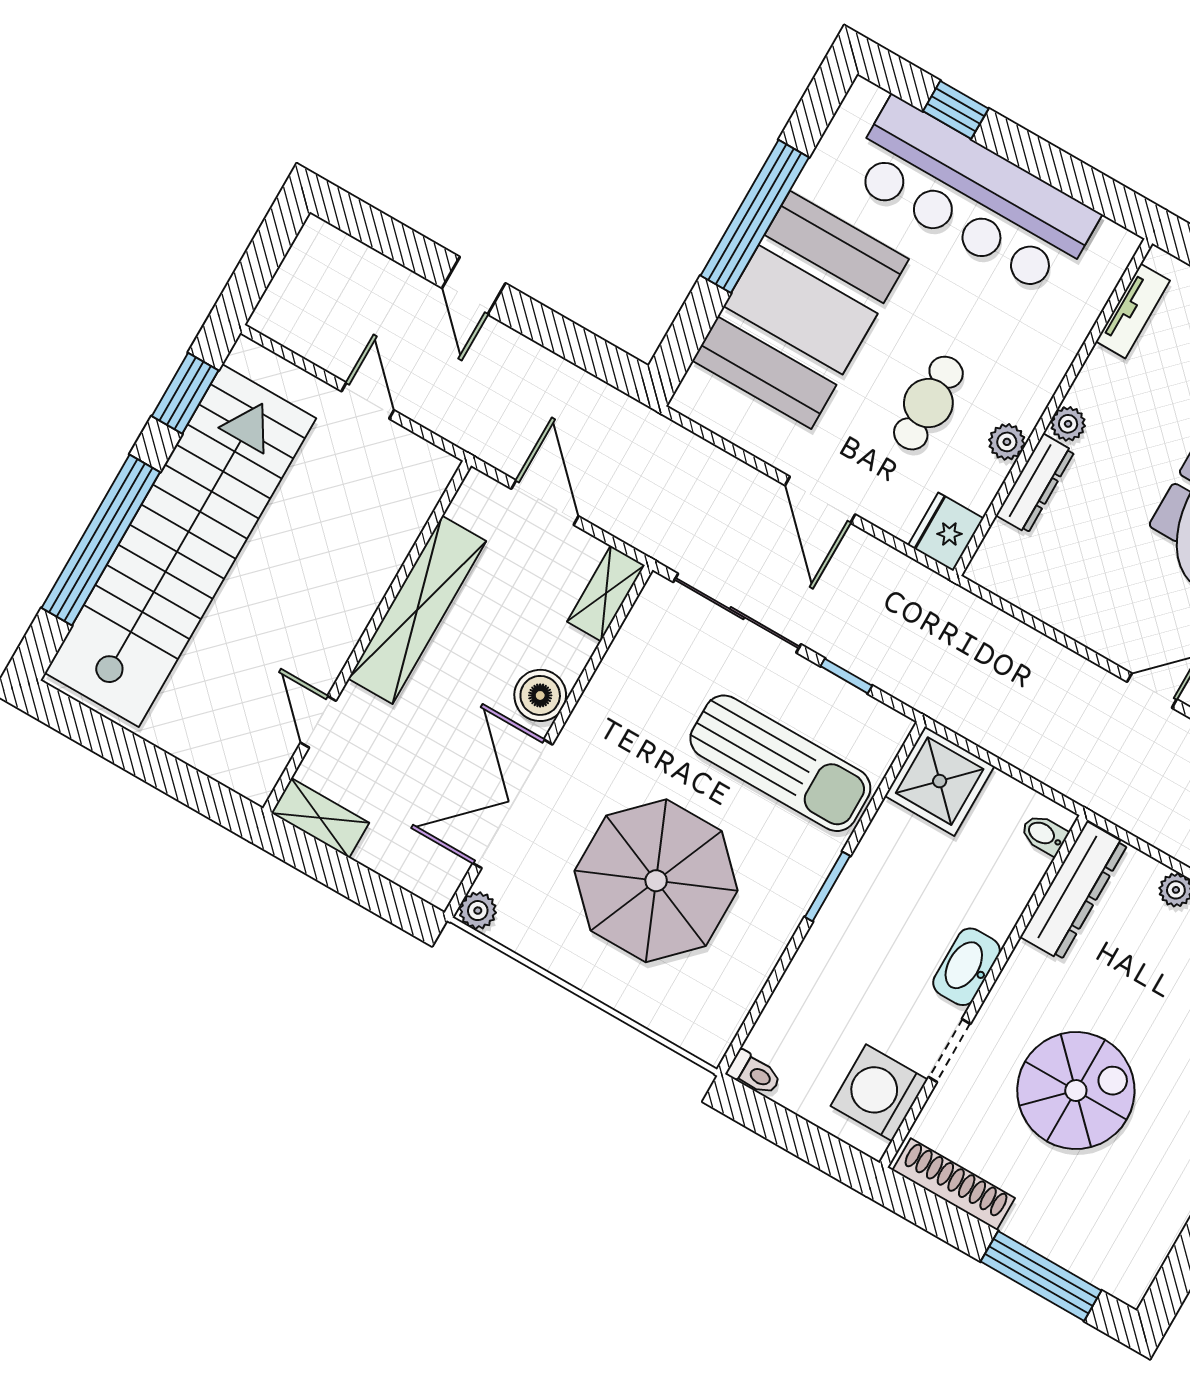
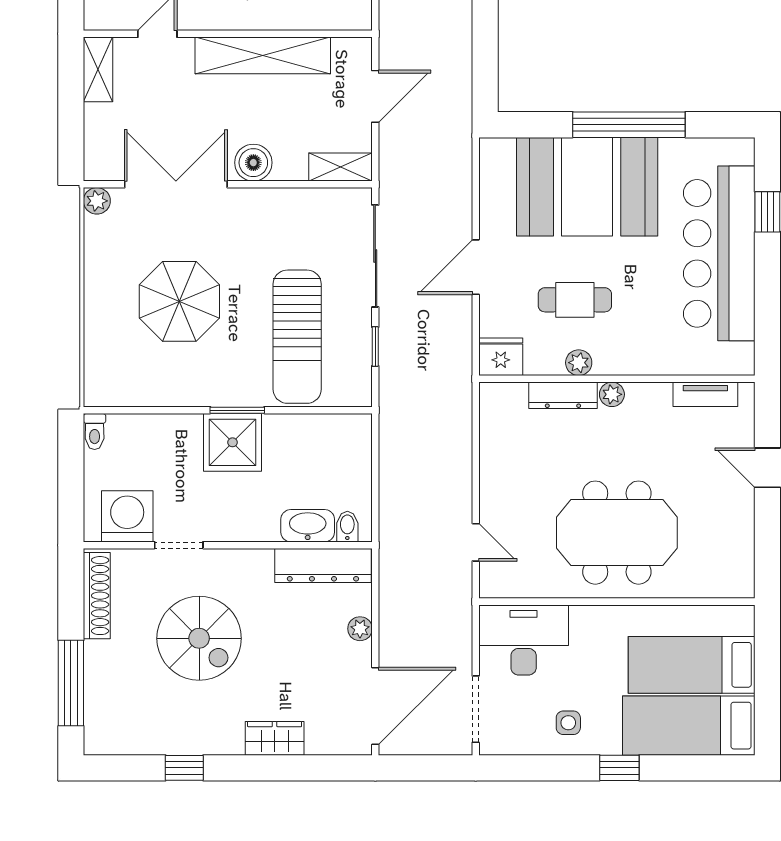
shower: (940, 781) -> (233, 442), moved
parasol: (656, 881) -> (179, 301), width x0.73, depth x0.73
washbasin: (967, 967) -> (308, 526), moved

